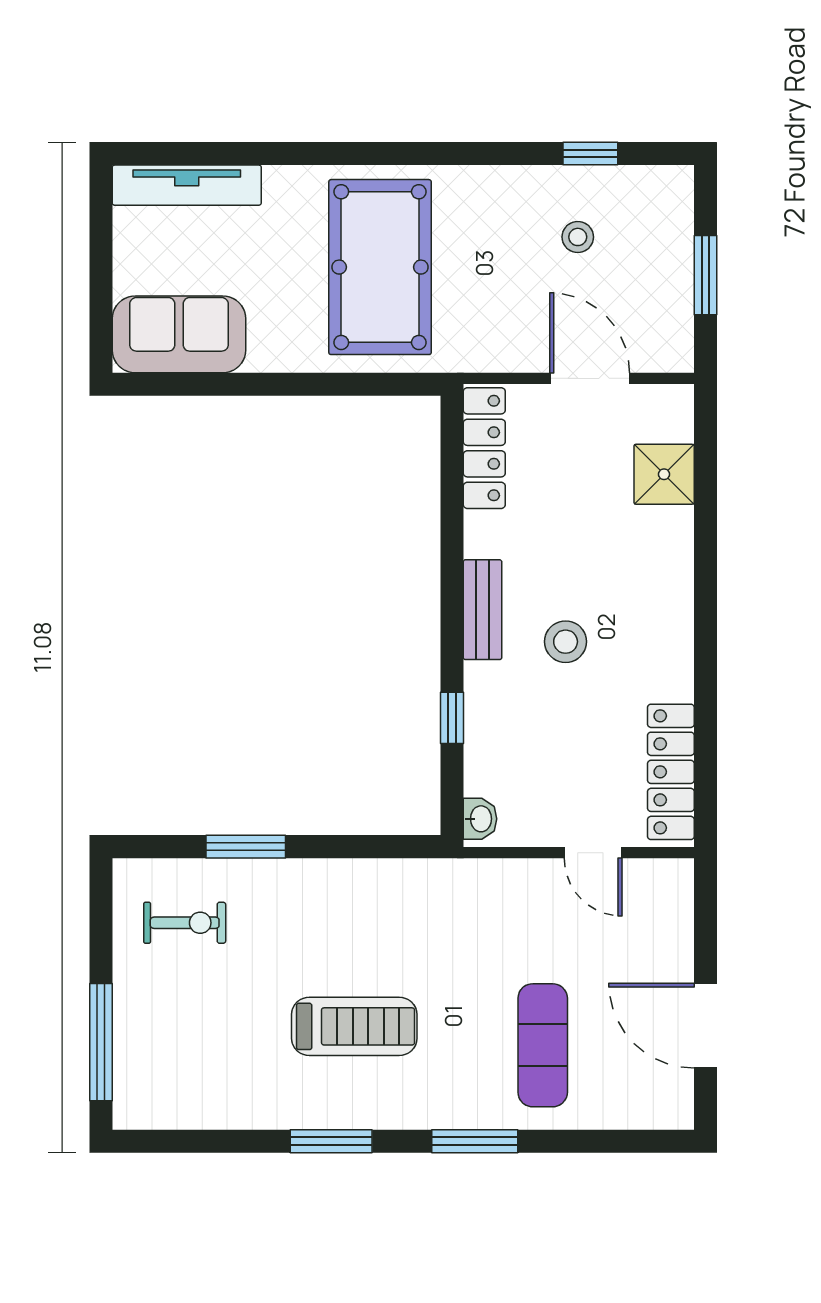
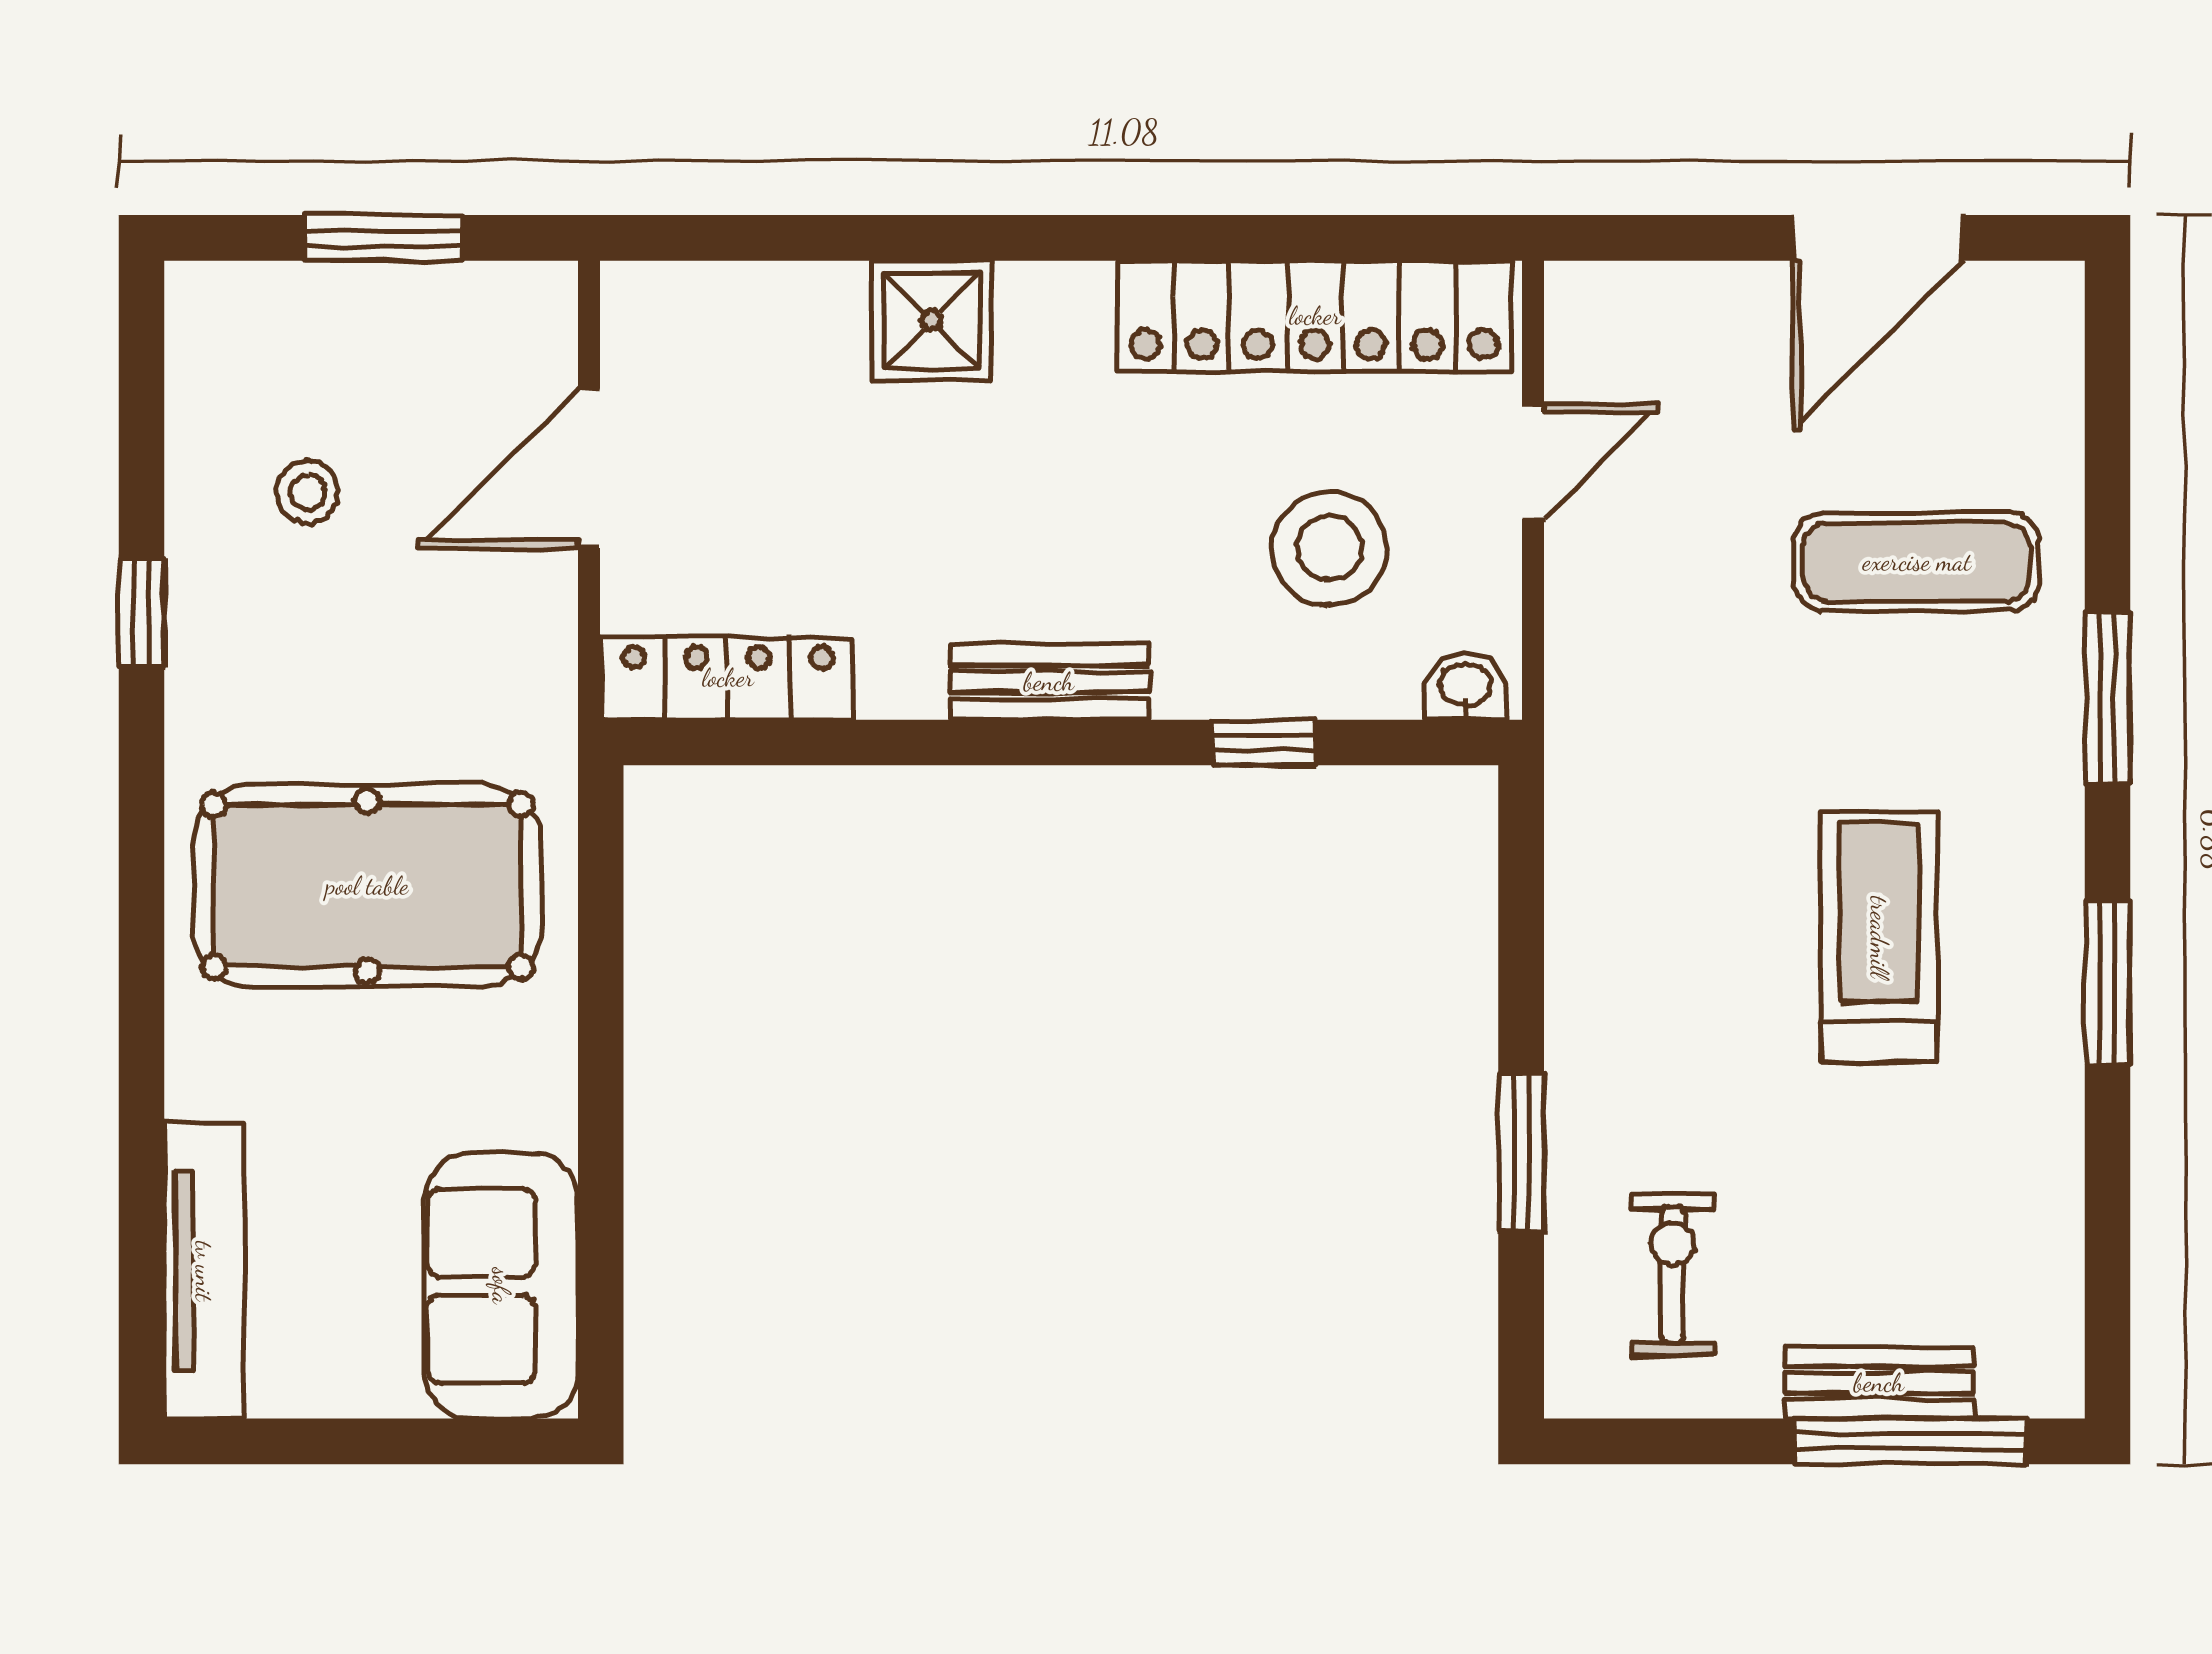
window: (590, 154) -> (142, 612), moved
shower: (664, 474) -> (932, 320), moved
stool: (566, 642) -> (1329, 548), moved, width x1.38, depth x1.38
locker: (671, 772) -> (1315, 316), width x1.41, depth x1.21
bench: (130, 1027) -> (1879, 1383), added

